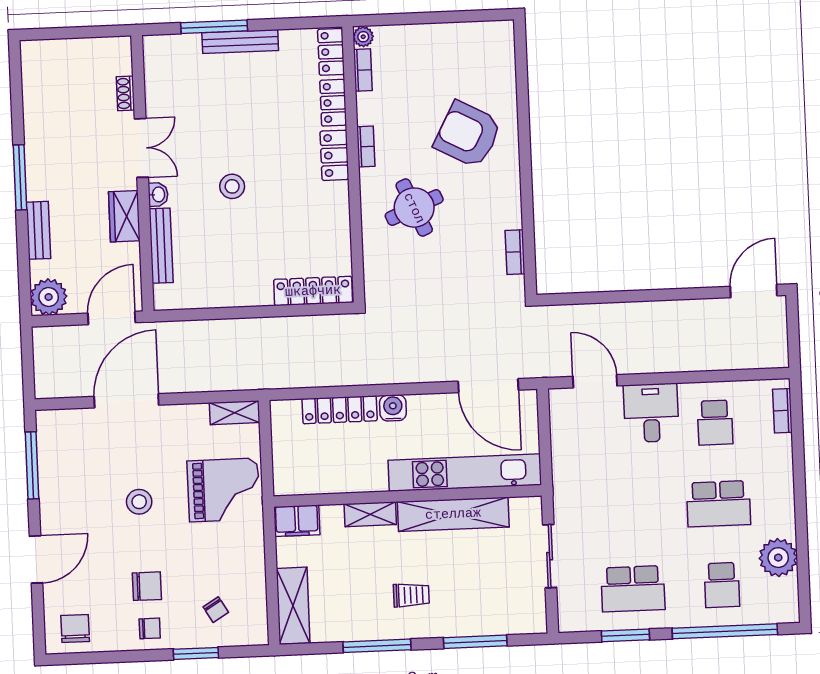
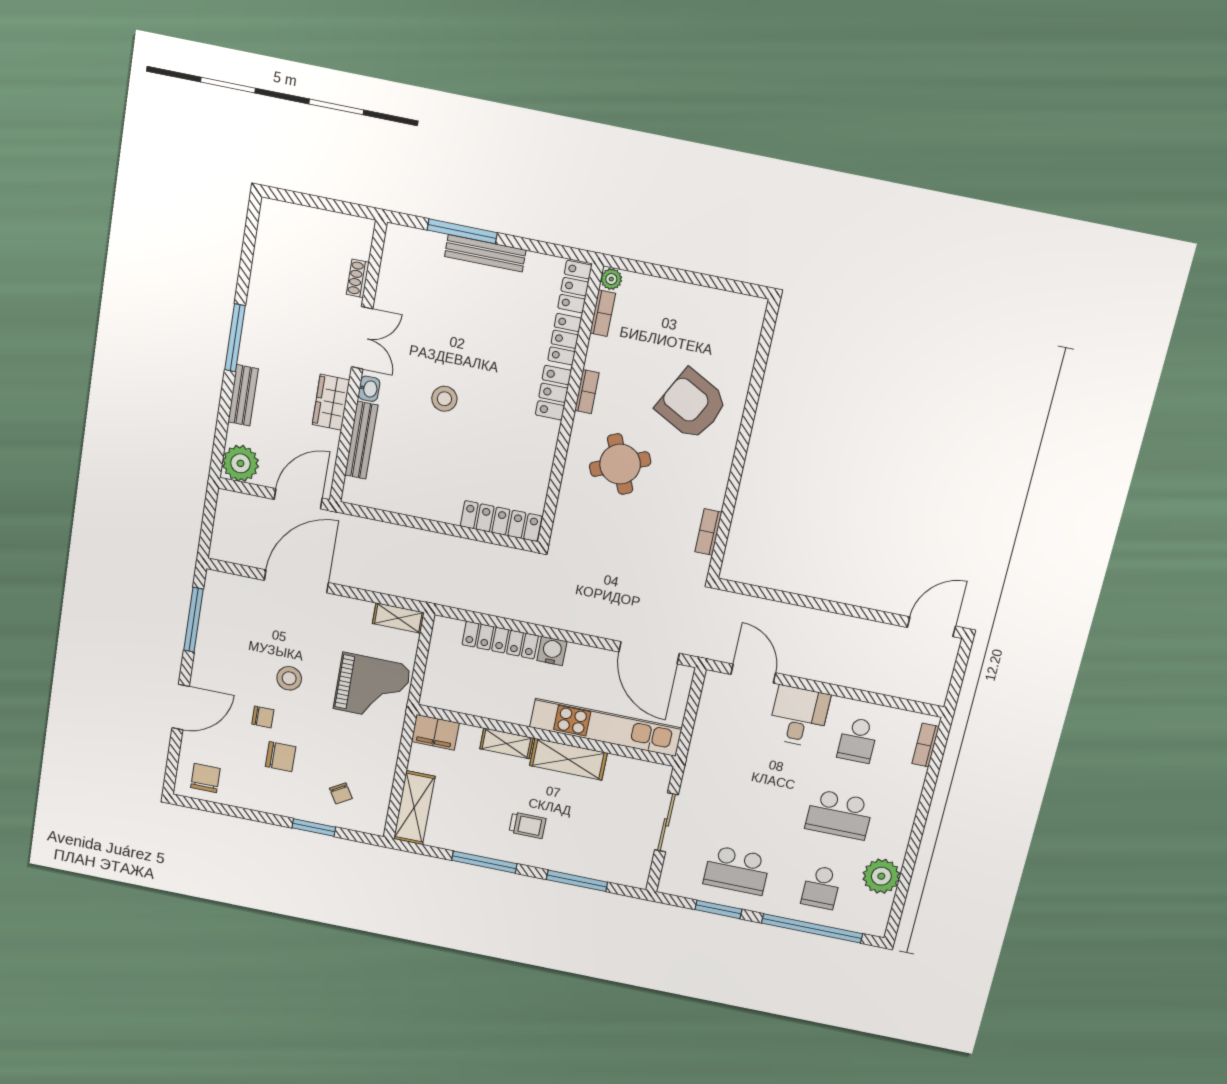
shelving: (453, 514) -> (568, 759), width x0.68
chair: (150, 628) -> (263, 717), moved

